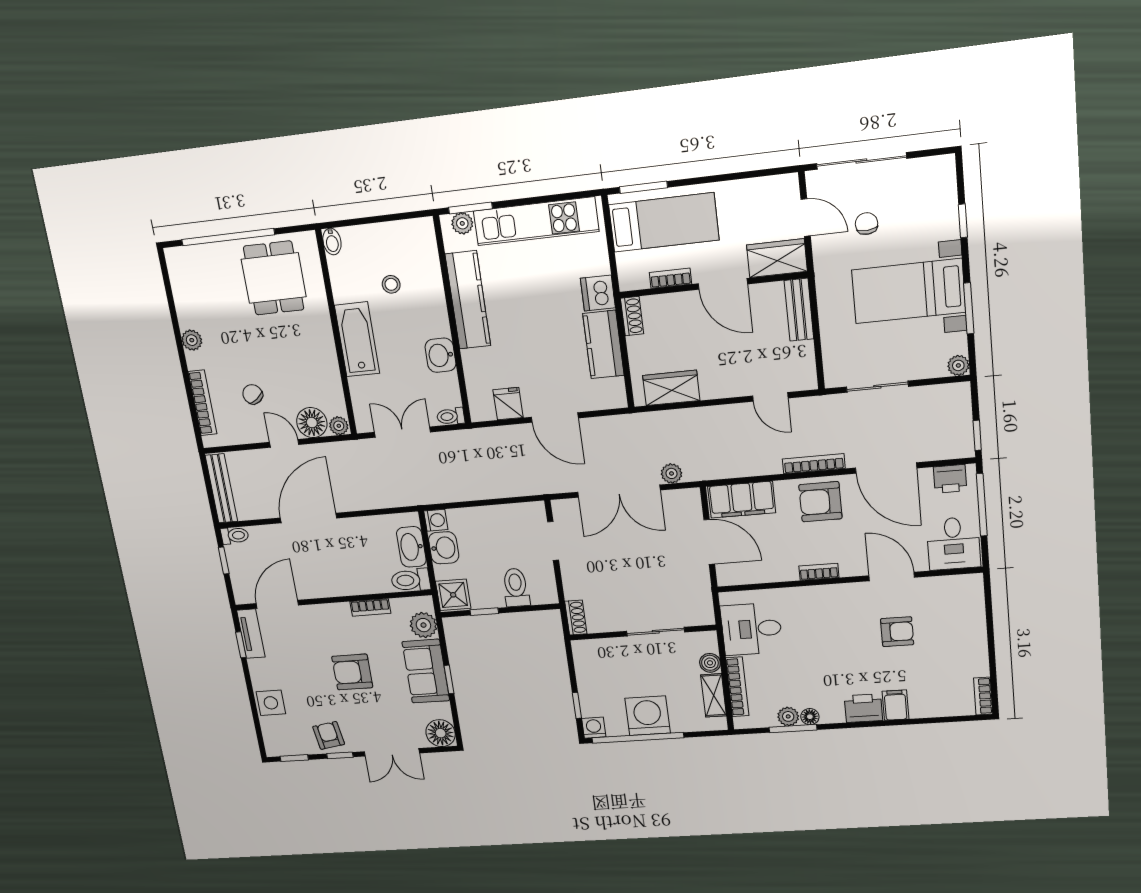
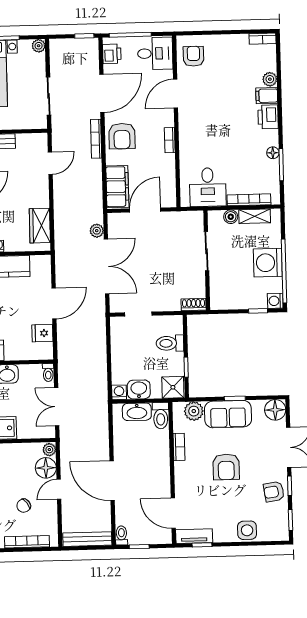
armchair: (897, 632) -> (193, 56), moved
plant: (788, 716) -> (270, 79), moved

